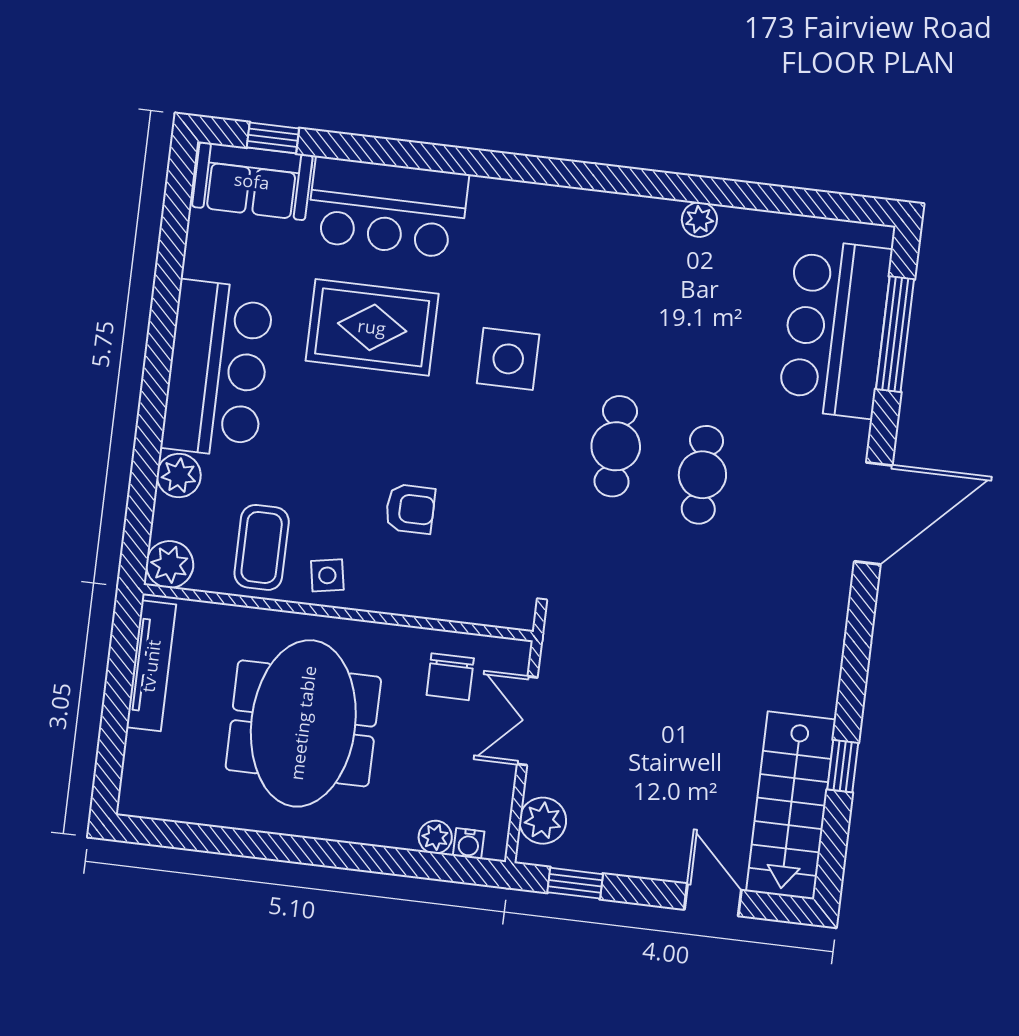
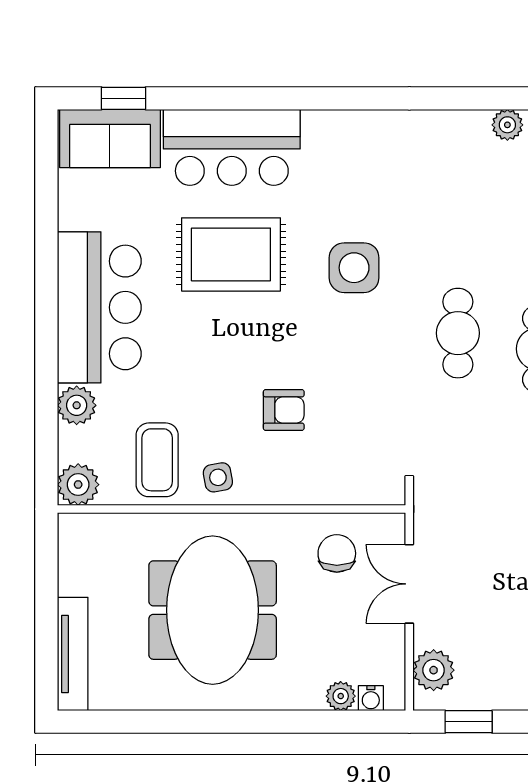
tv unit: (151, 666) -> (73, 654), moved
chair: (450, 677) -> (337, 553), turned 180

